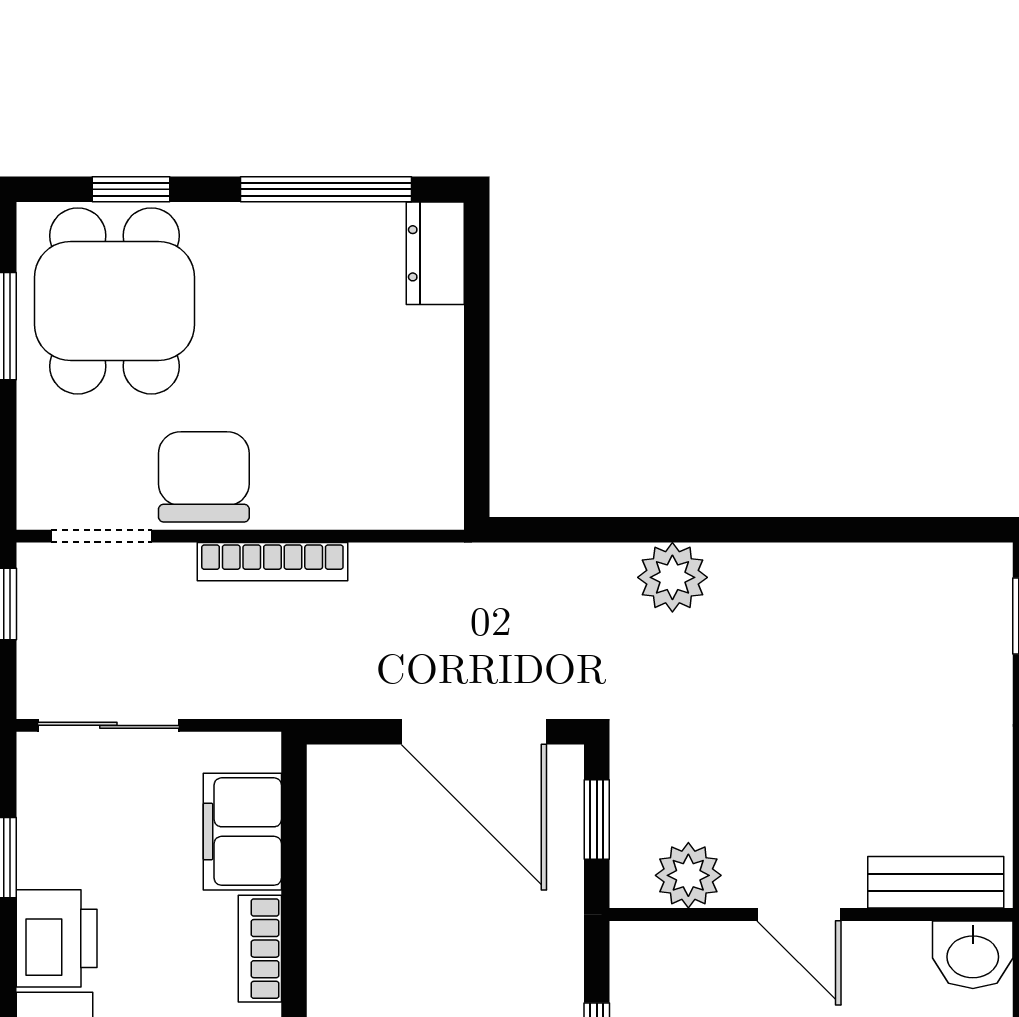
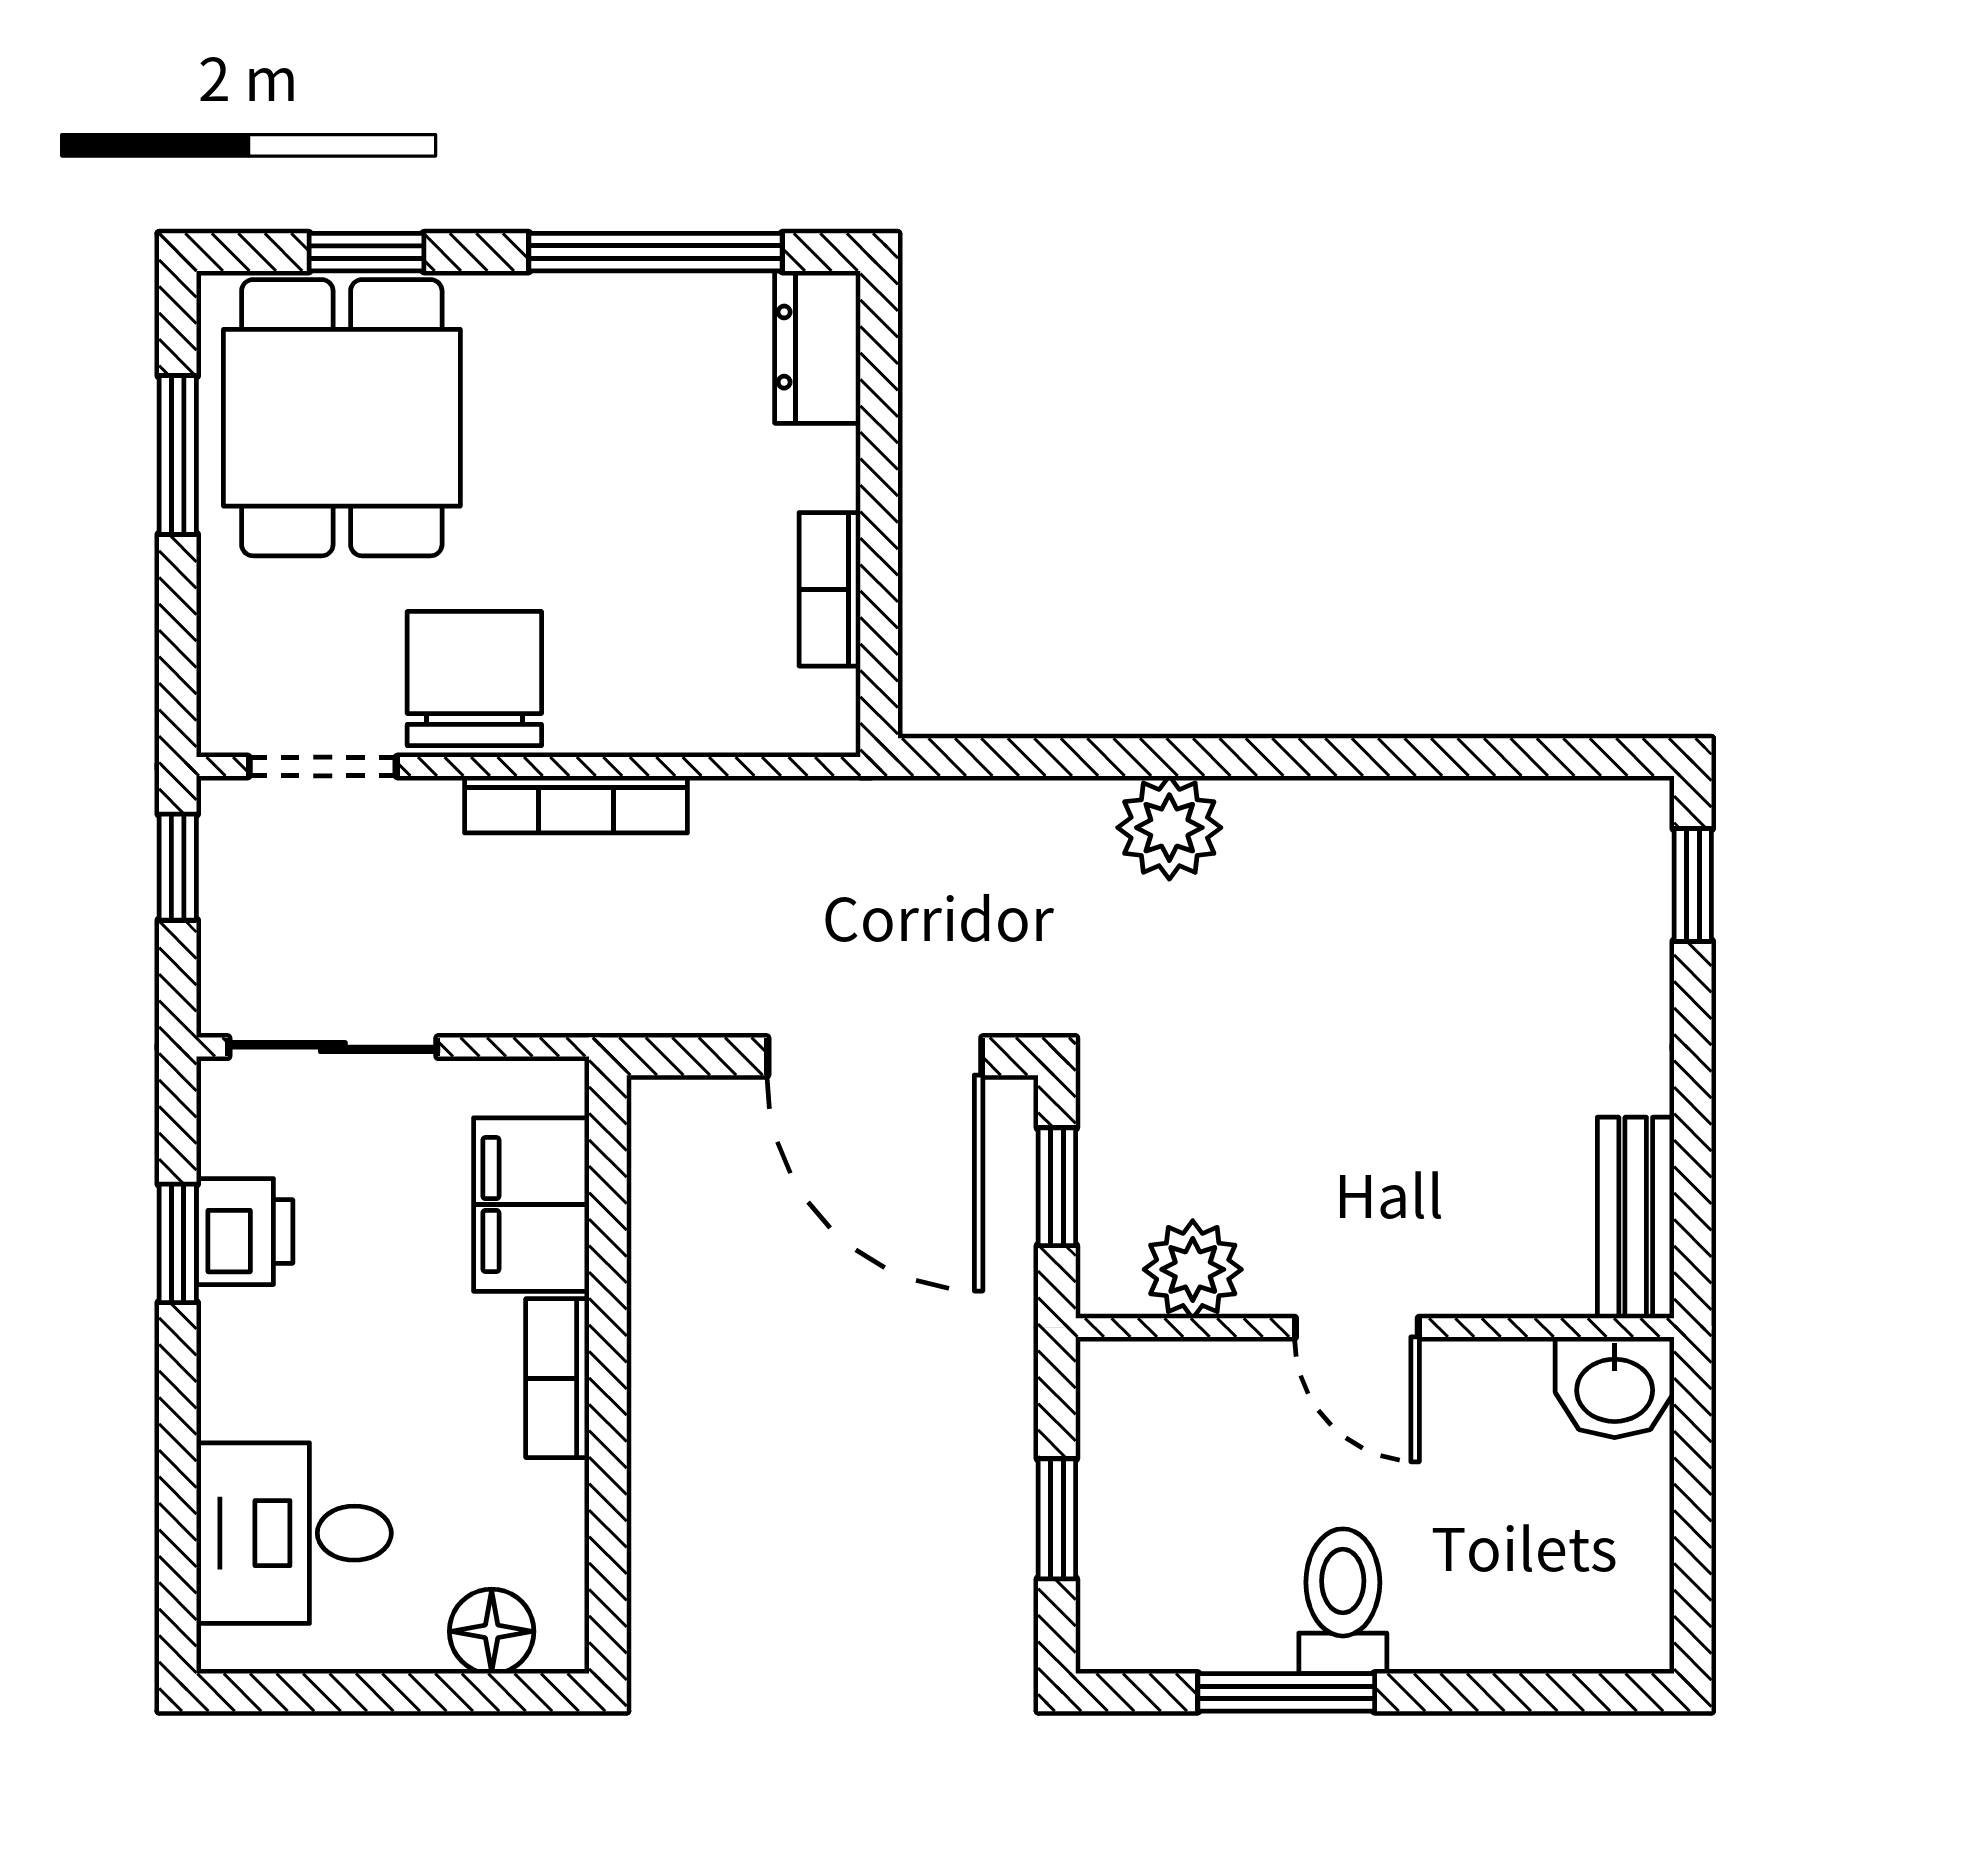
bookcase: (444, 417) -> (830, 589), added
bench: (936, 882) -> (1636, 1218), moved, turned 90
printer: (57, 938) -> (245, 1232), moved, width x0.73, depth x0.81

